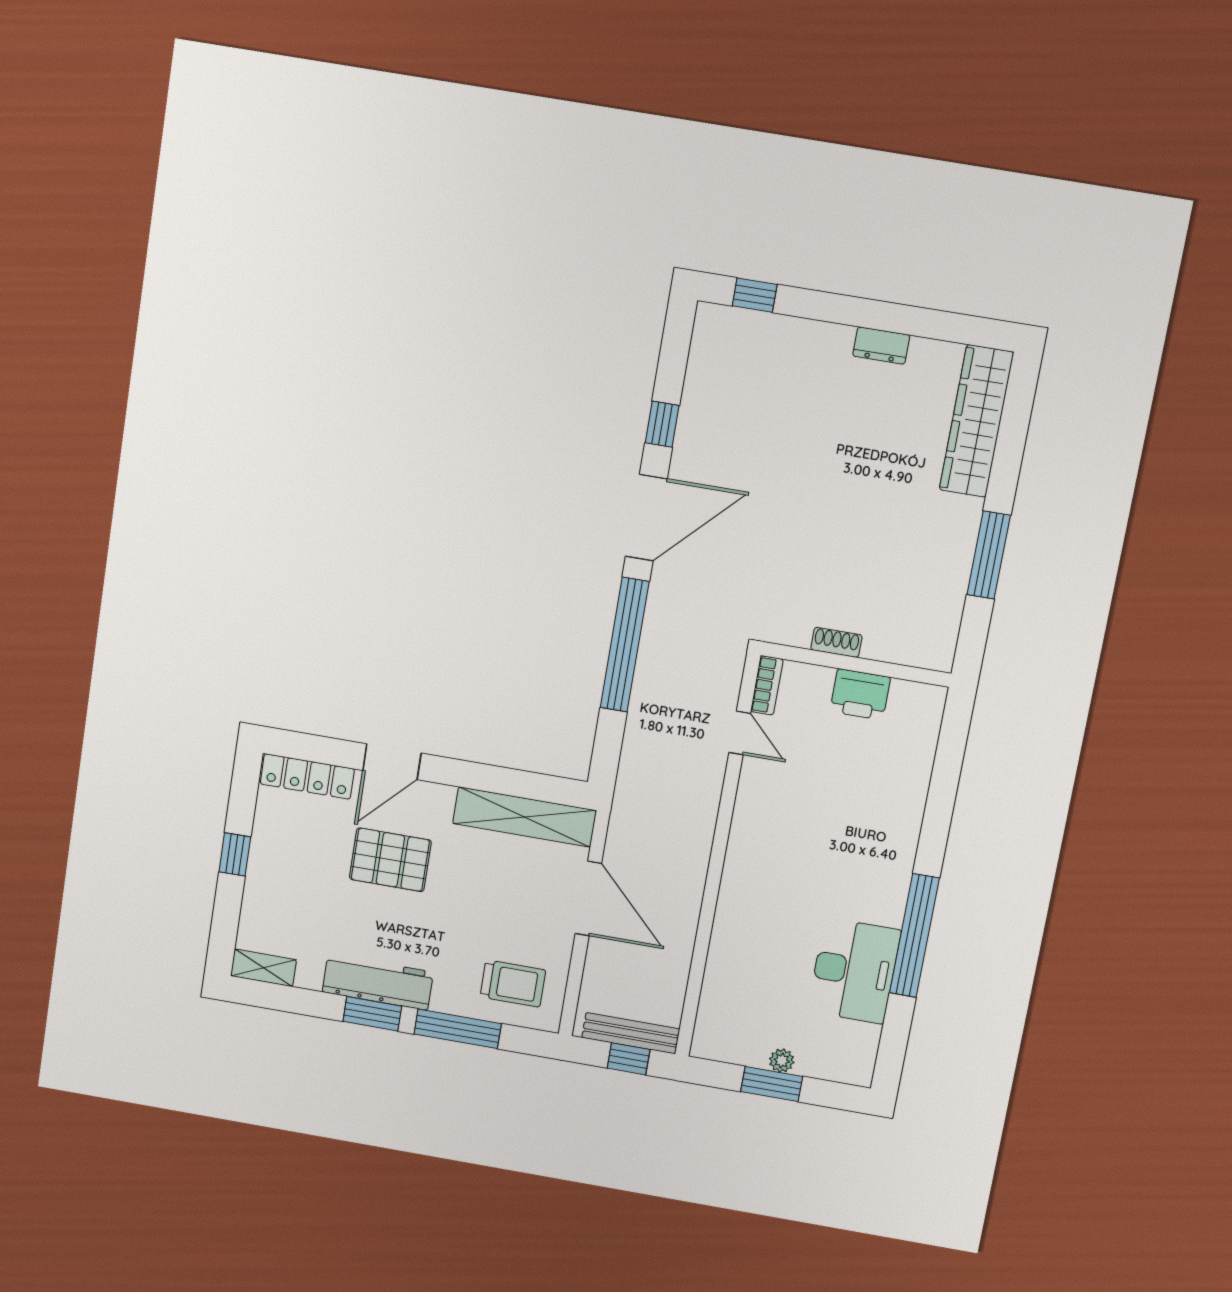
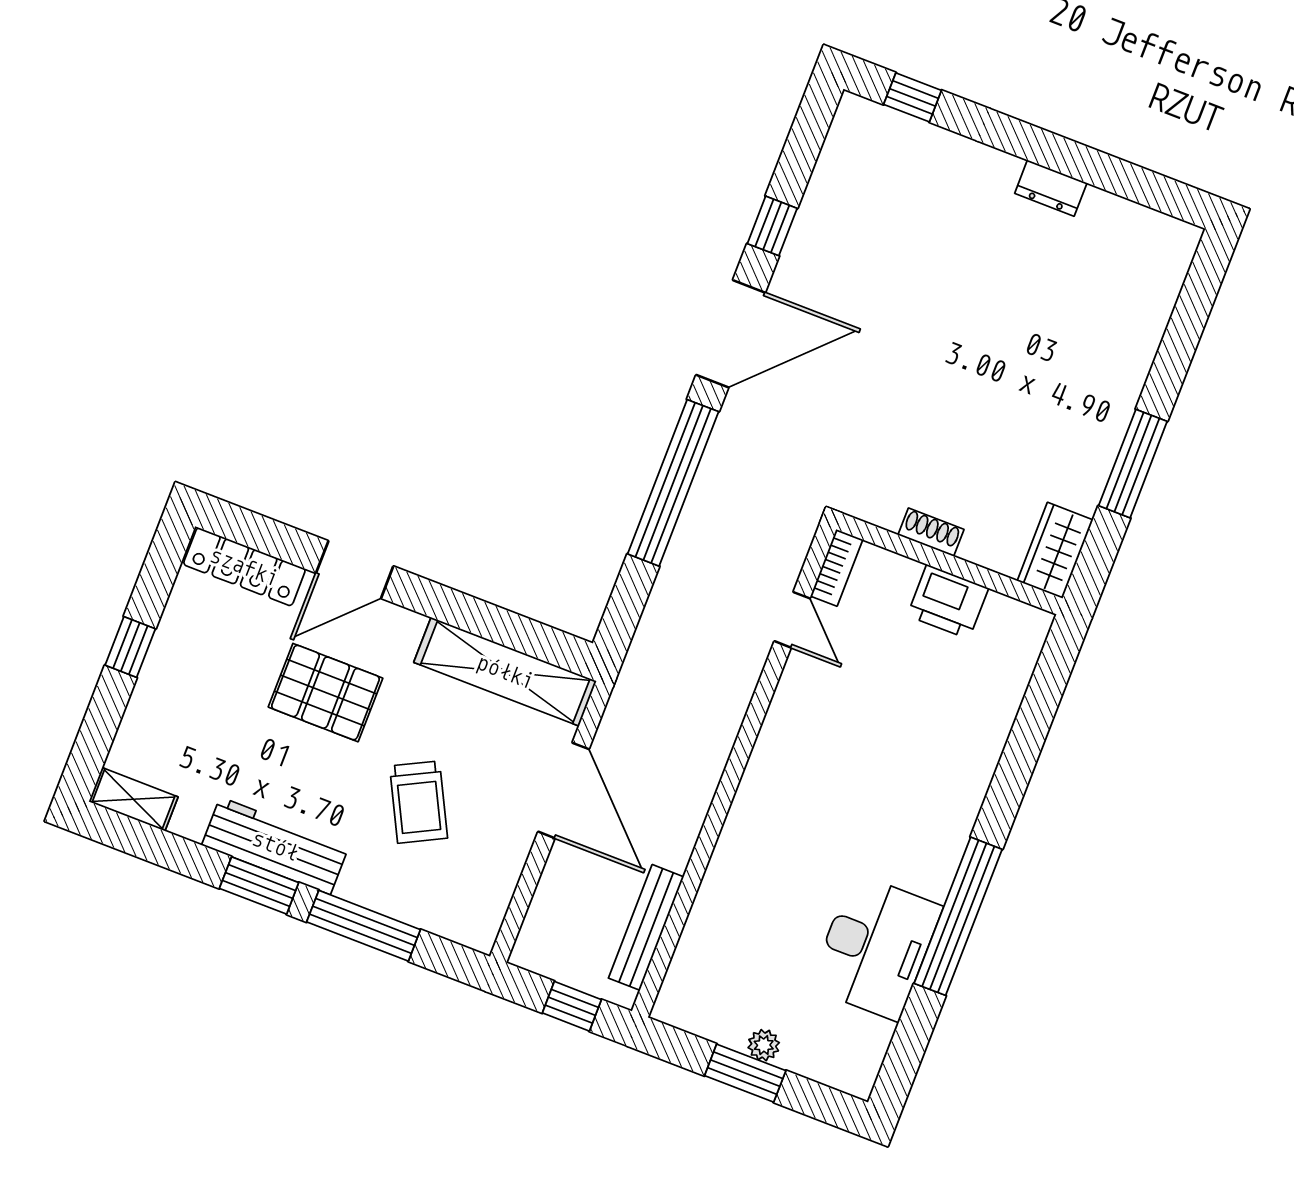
wardrobe: (976, 421) -> (1055, 550), moved, width x0.48, depth x0.85
trolley: (513, 984) -> (419, 802), moved, turned 63
bench: (631, 1033) -> (646, 927), moved, turned 90

